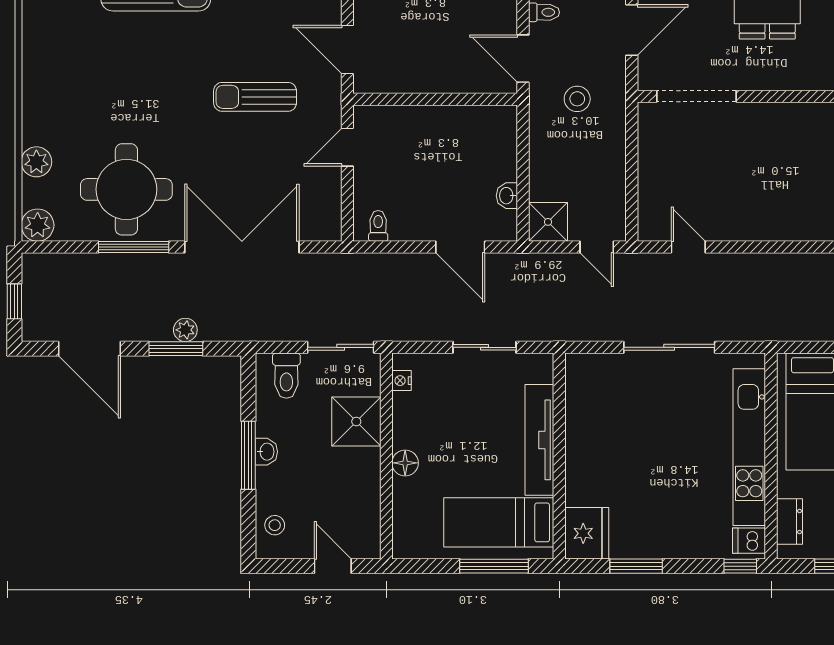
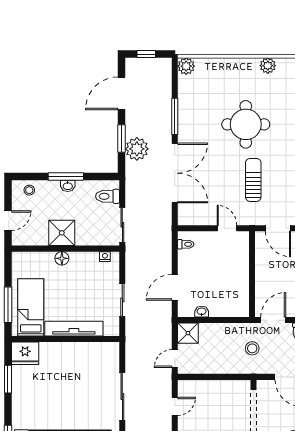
door: (347, 50) -> (278, 228), swing flipped
plant: (36, 162) -> (268, 66), moved
round table: (126, 189) -> (246, 124), moved
plant: (185, 330) -> (137, 149), width x1.88, depth x1.88
shower: (356, 422) -> (62, 233), moved

